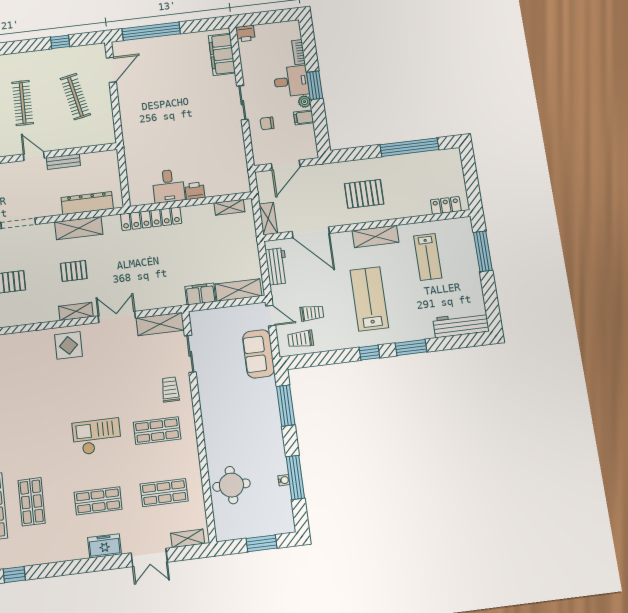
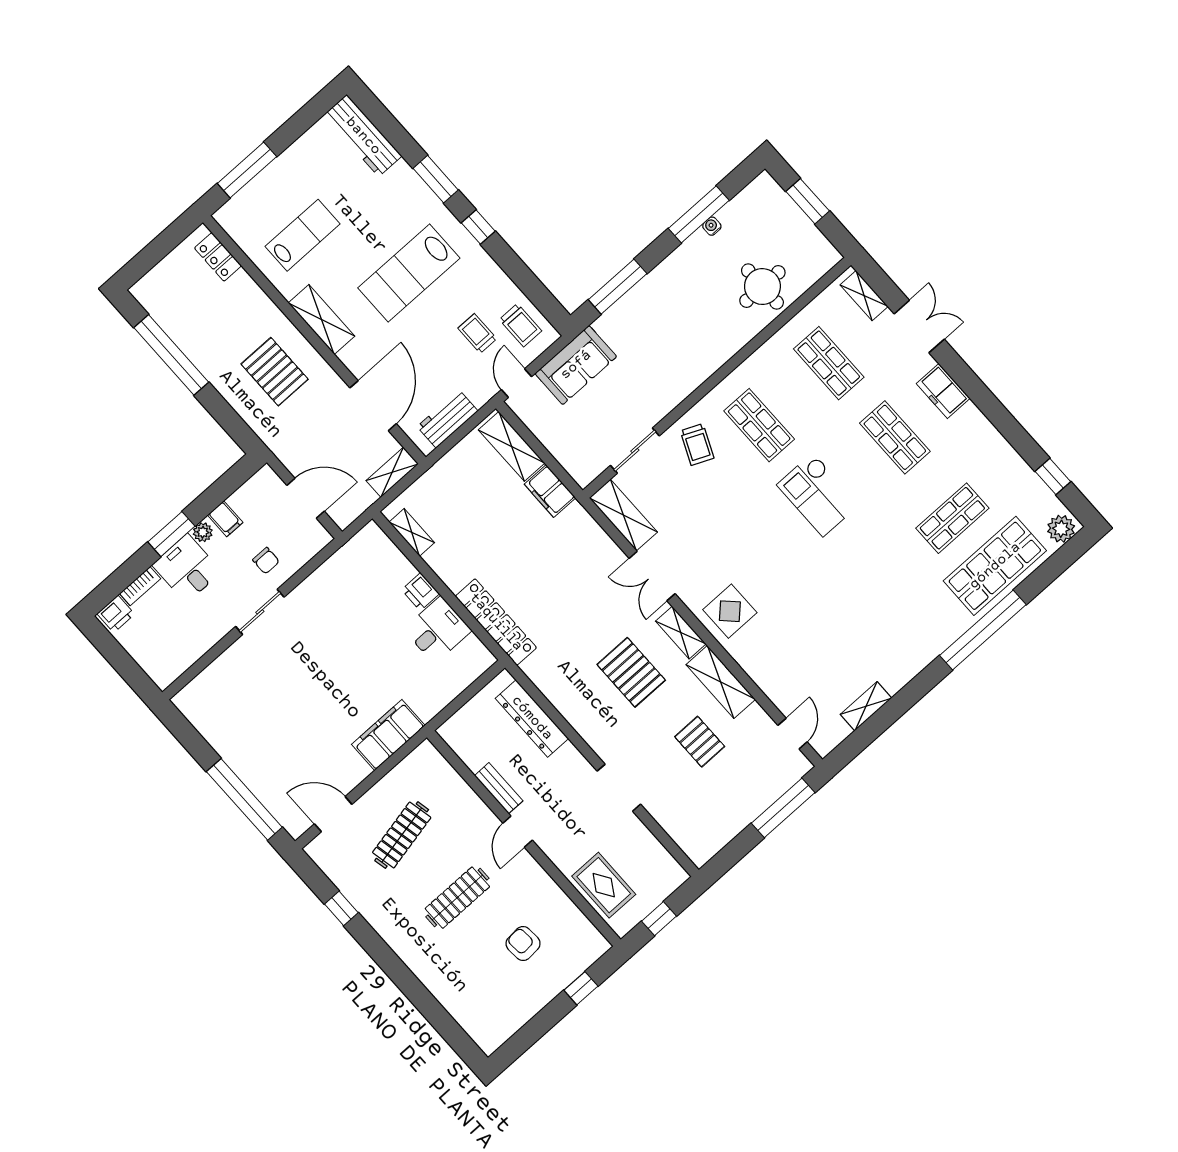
printer: (245, 34) -> (116, 614), moved, turned 90
filing cabinet: (222, 54) -> (388, 735), moved, turned 180
shelving: (79, 228) -> (721, 682), moved
pallet: (74, 271) -> (631, 672), width x1.50, depth x1.42
trolley: (170, 390) -> (697, 445), turned -66

